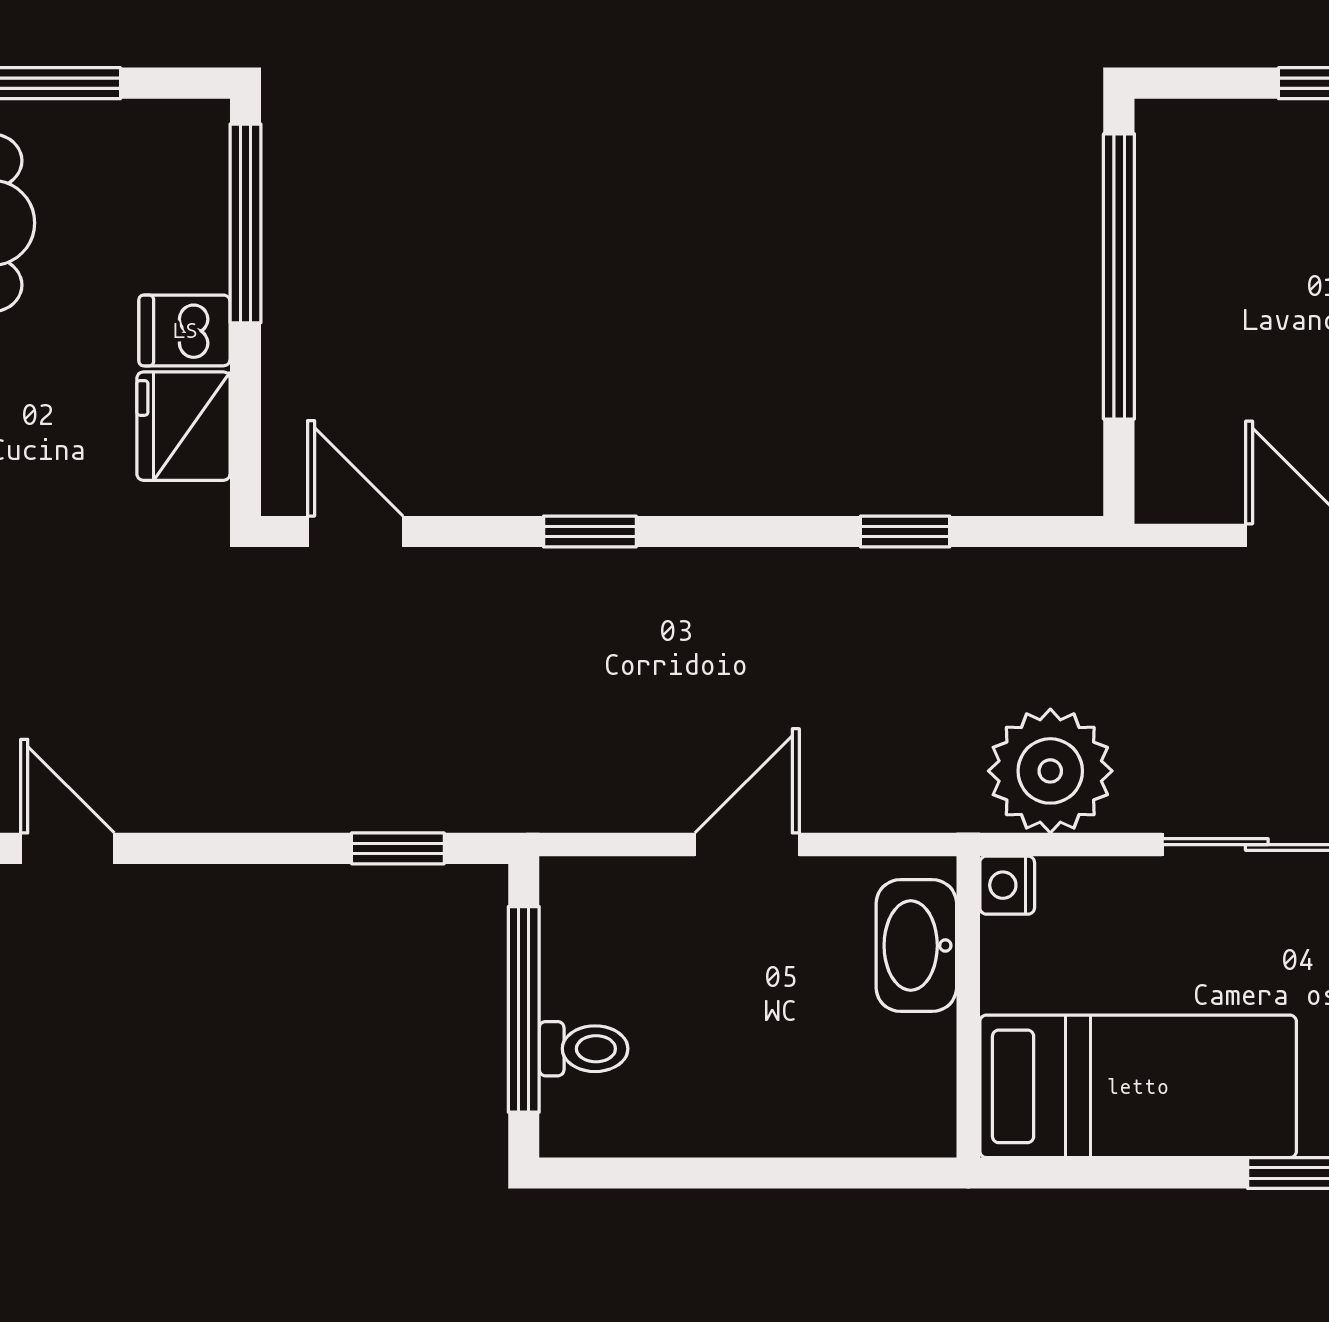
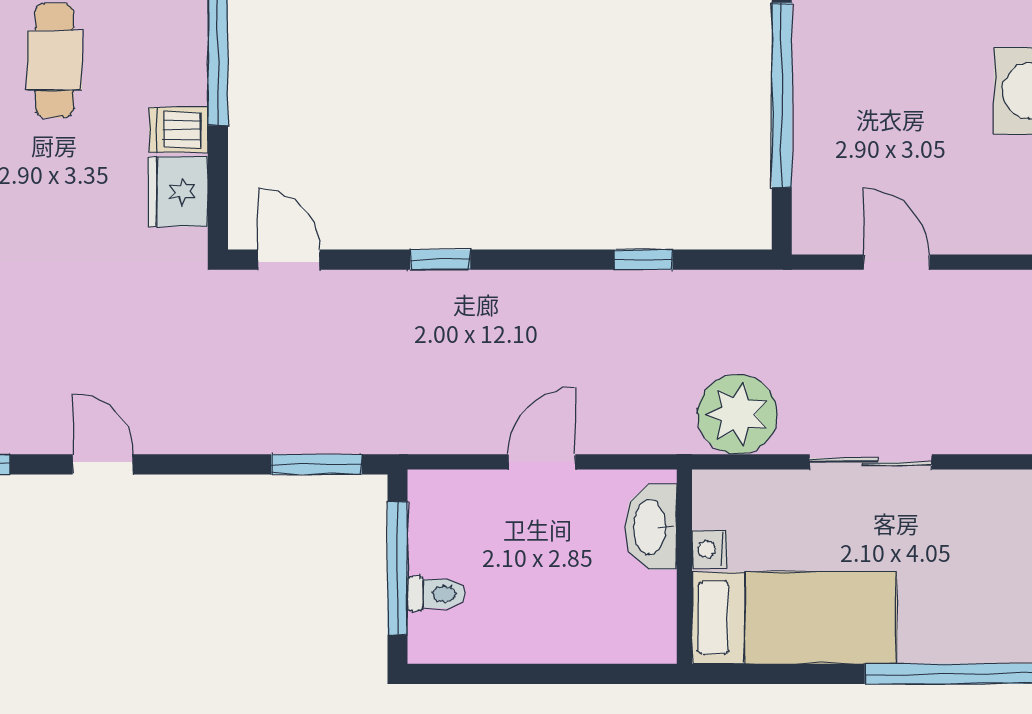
window: (398, 848) -> (316, 464), width x1.50
nightstand: (1007, 885) -> (710, 549), moved

